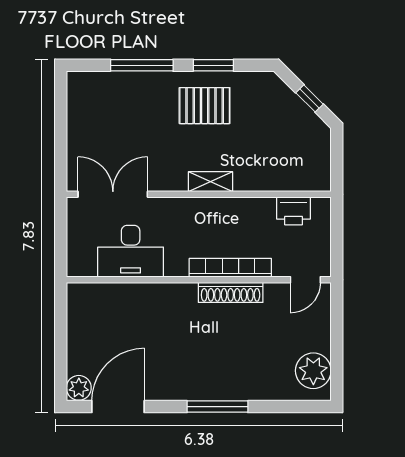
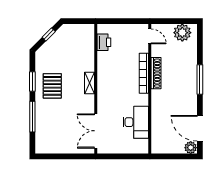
desk: (131, 251) -> (136, 122), moved
bookcase: (230, 268) -> (144, 73), moved
wall: (199, 280) -> (150, 89), moved
door: (305, 280) -> (150, 36), moved
shoe rack: (231, 292) -> (156, 73), moved

